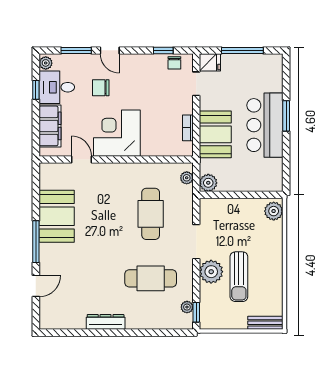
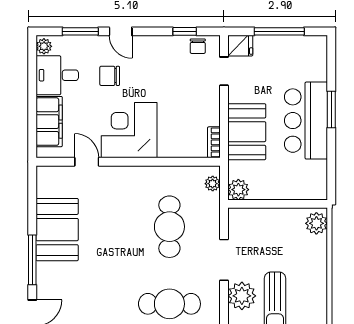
window: (36, 90) -> (32, 78), removed
bookcase: (188, 128) -> (214, 142), moved

